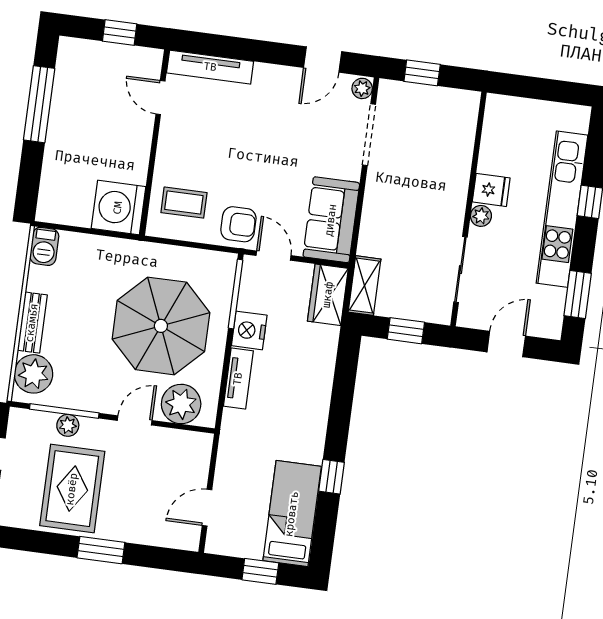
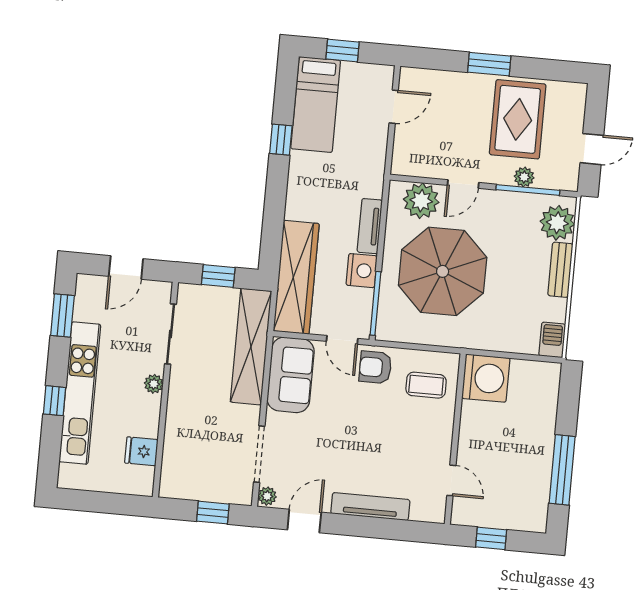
tv unit: (210, 67) -> (370, 507), moved
fridge: (491, 190) -> (141, 451), moved
shelving: (364, 286) -> (251, 347), width x2.20, depth x1.33
wardrobe: (328, 295) -> (296, 277), width x2.10, depth x1.17

